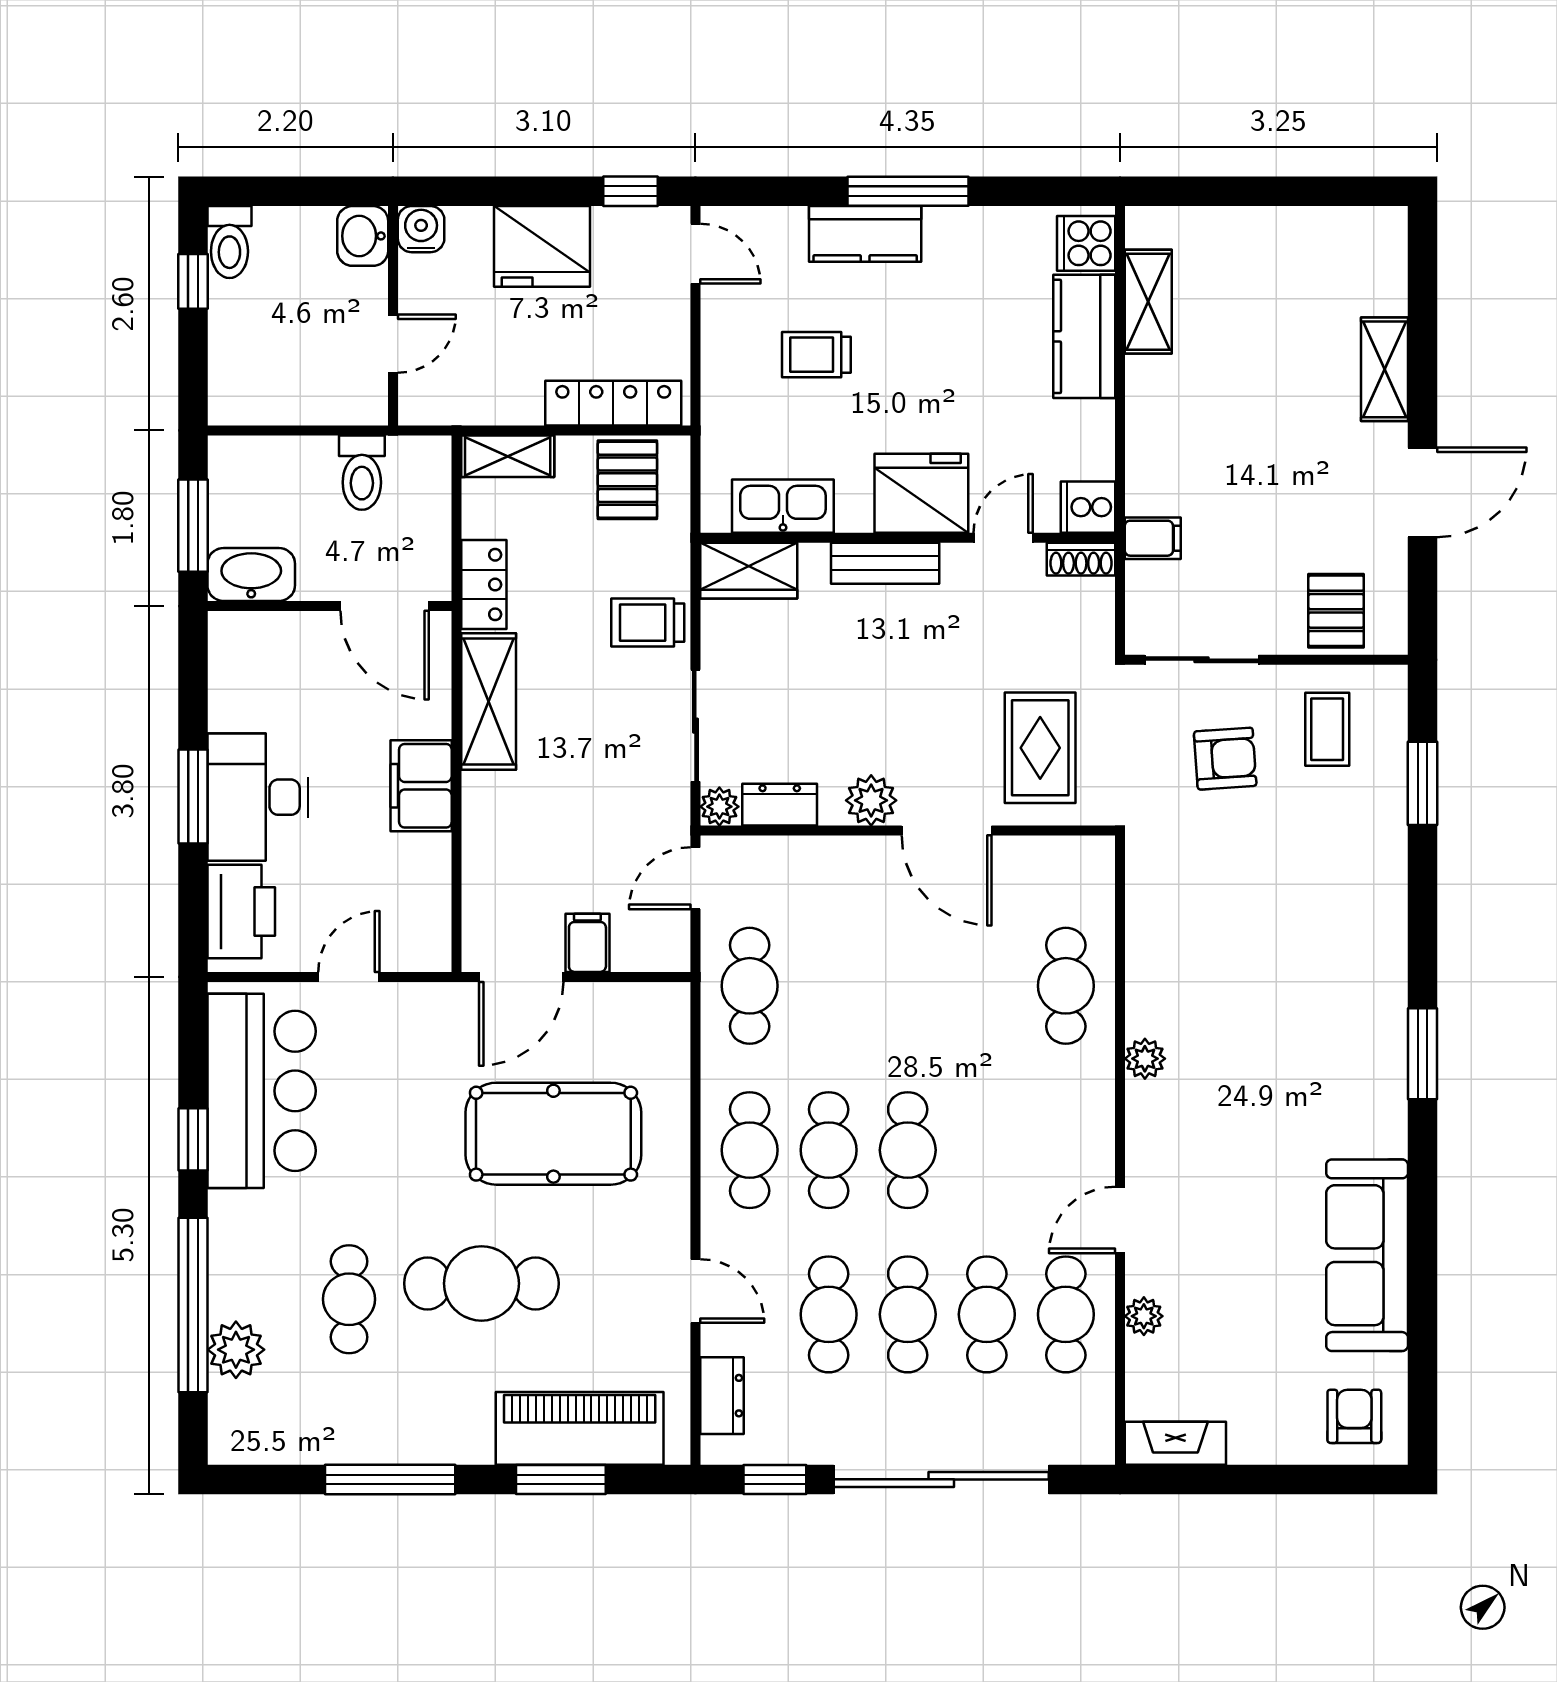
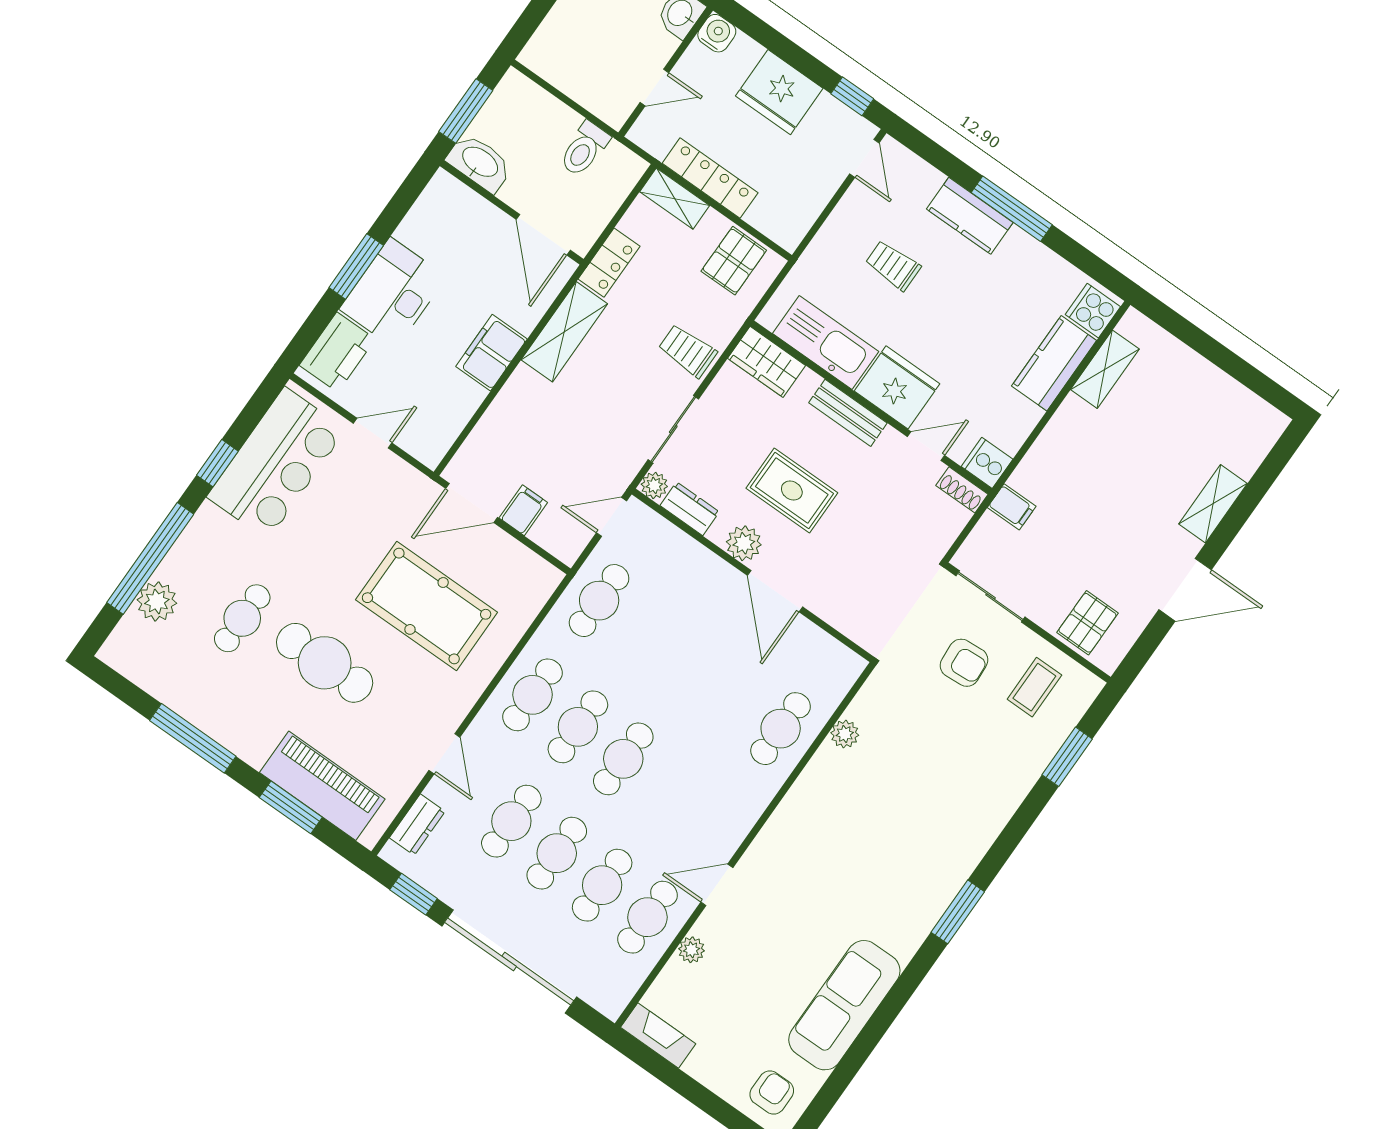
locker: (613, 403) -> (710, 178), moved
kitchen sink: (783, 506) -> (826, 342), width x1.36, depth x1.24
rug: (1040, 748) -> (792, 491), moved, turned 90
plant: (1145, 1059) -> (845, 734), moved

